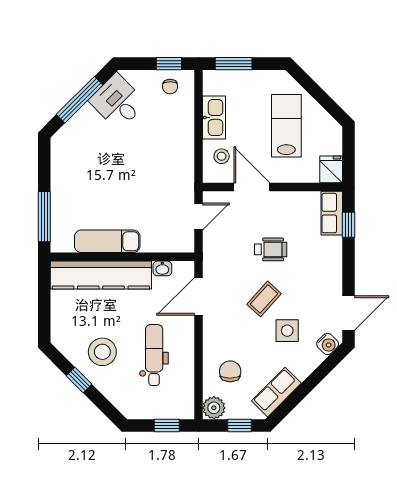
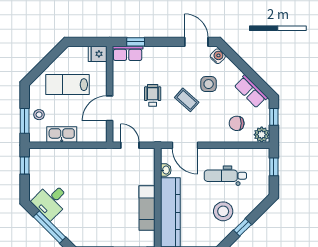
chair: (170, 87) -> (40, 165), removed
stool: (222, 156) -> (39, 115), moved

